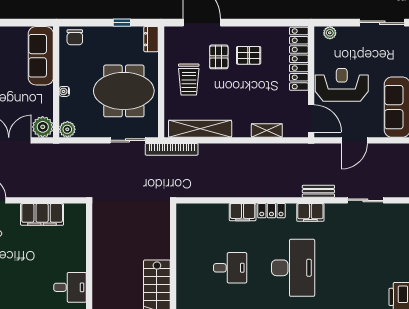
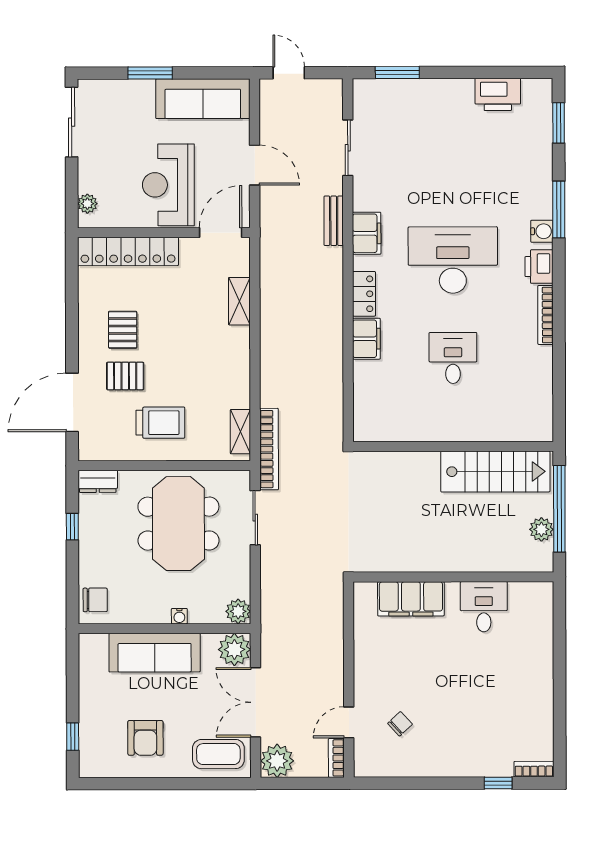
sofa: (41, 56) -> (155, 653), moved
shelving: (200, 129) -> (240, 432), width x0.45, depth x0.75
filing cabinet: (42, 214) -> (411, 599), moved, turned 90

